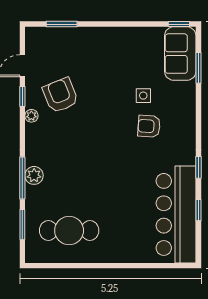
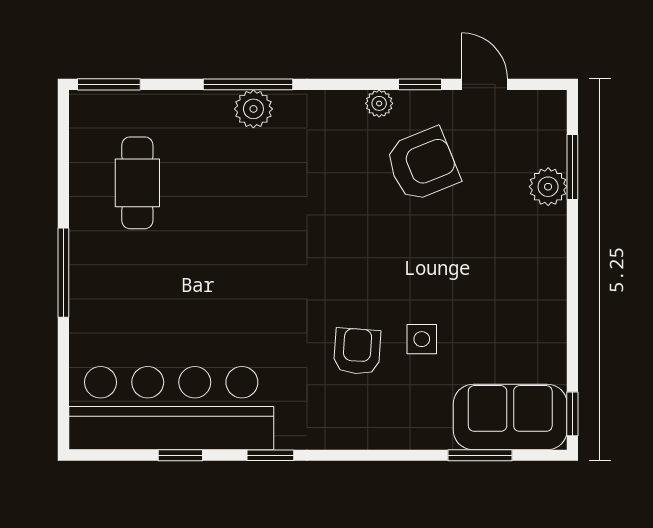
plant: (71, 36) -> (548, 187), added
window: (22, 225) -> (109, 84), moved
cafe table: (69, 231) -> (137, 183), width x0.73, depth x0.74
window: (112, 266) -> (63, 273), added

